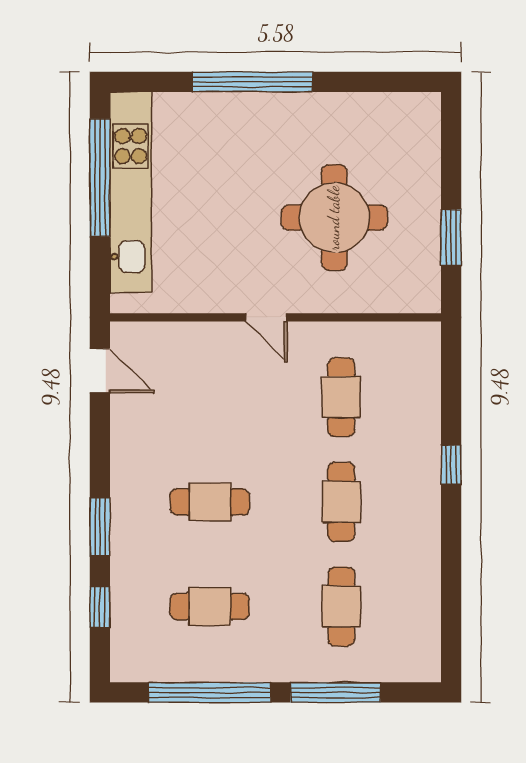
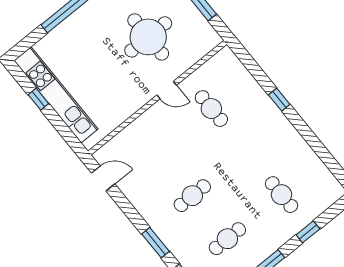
window: (100, 178) -> (38, 99), width x0.32
door: (267, 317) -> (167, 90), moved
cafe table: (341, 502) -> (246, 152), removed
window: (335, 692) -> (308, 232), width x0.46

